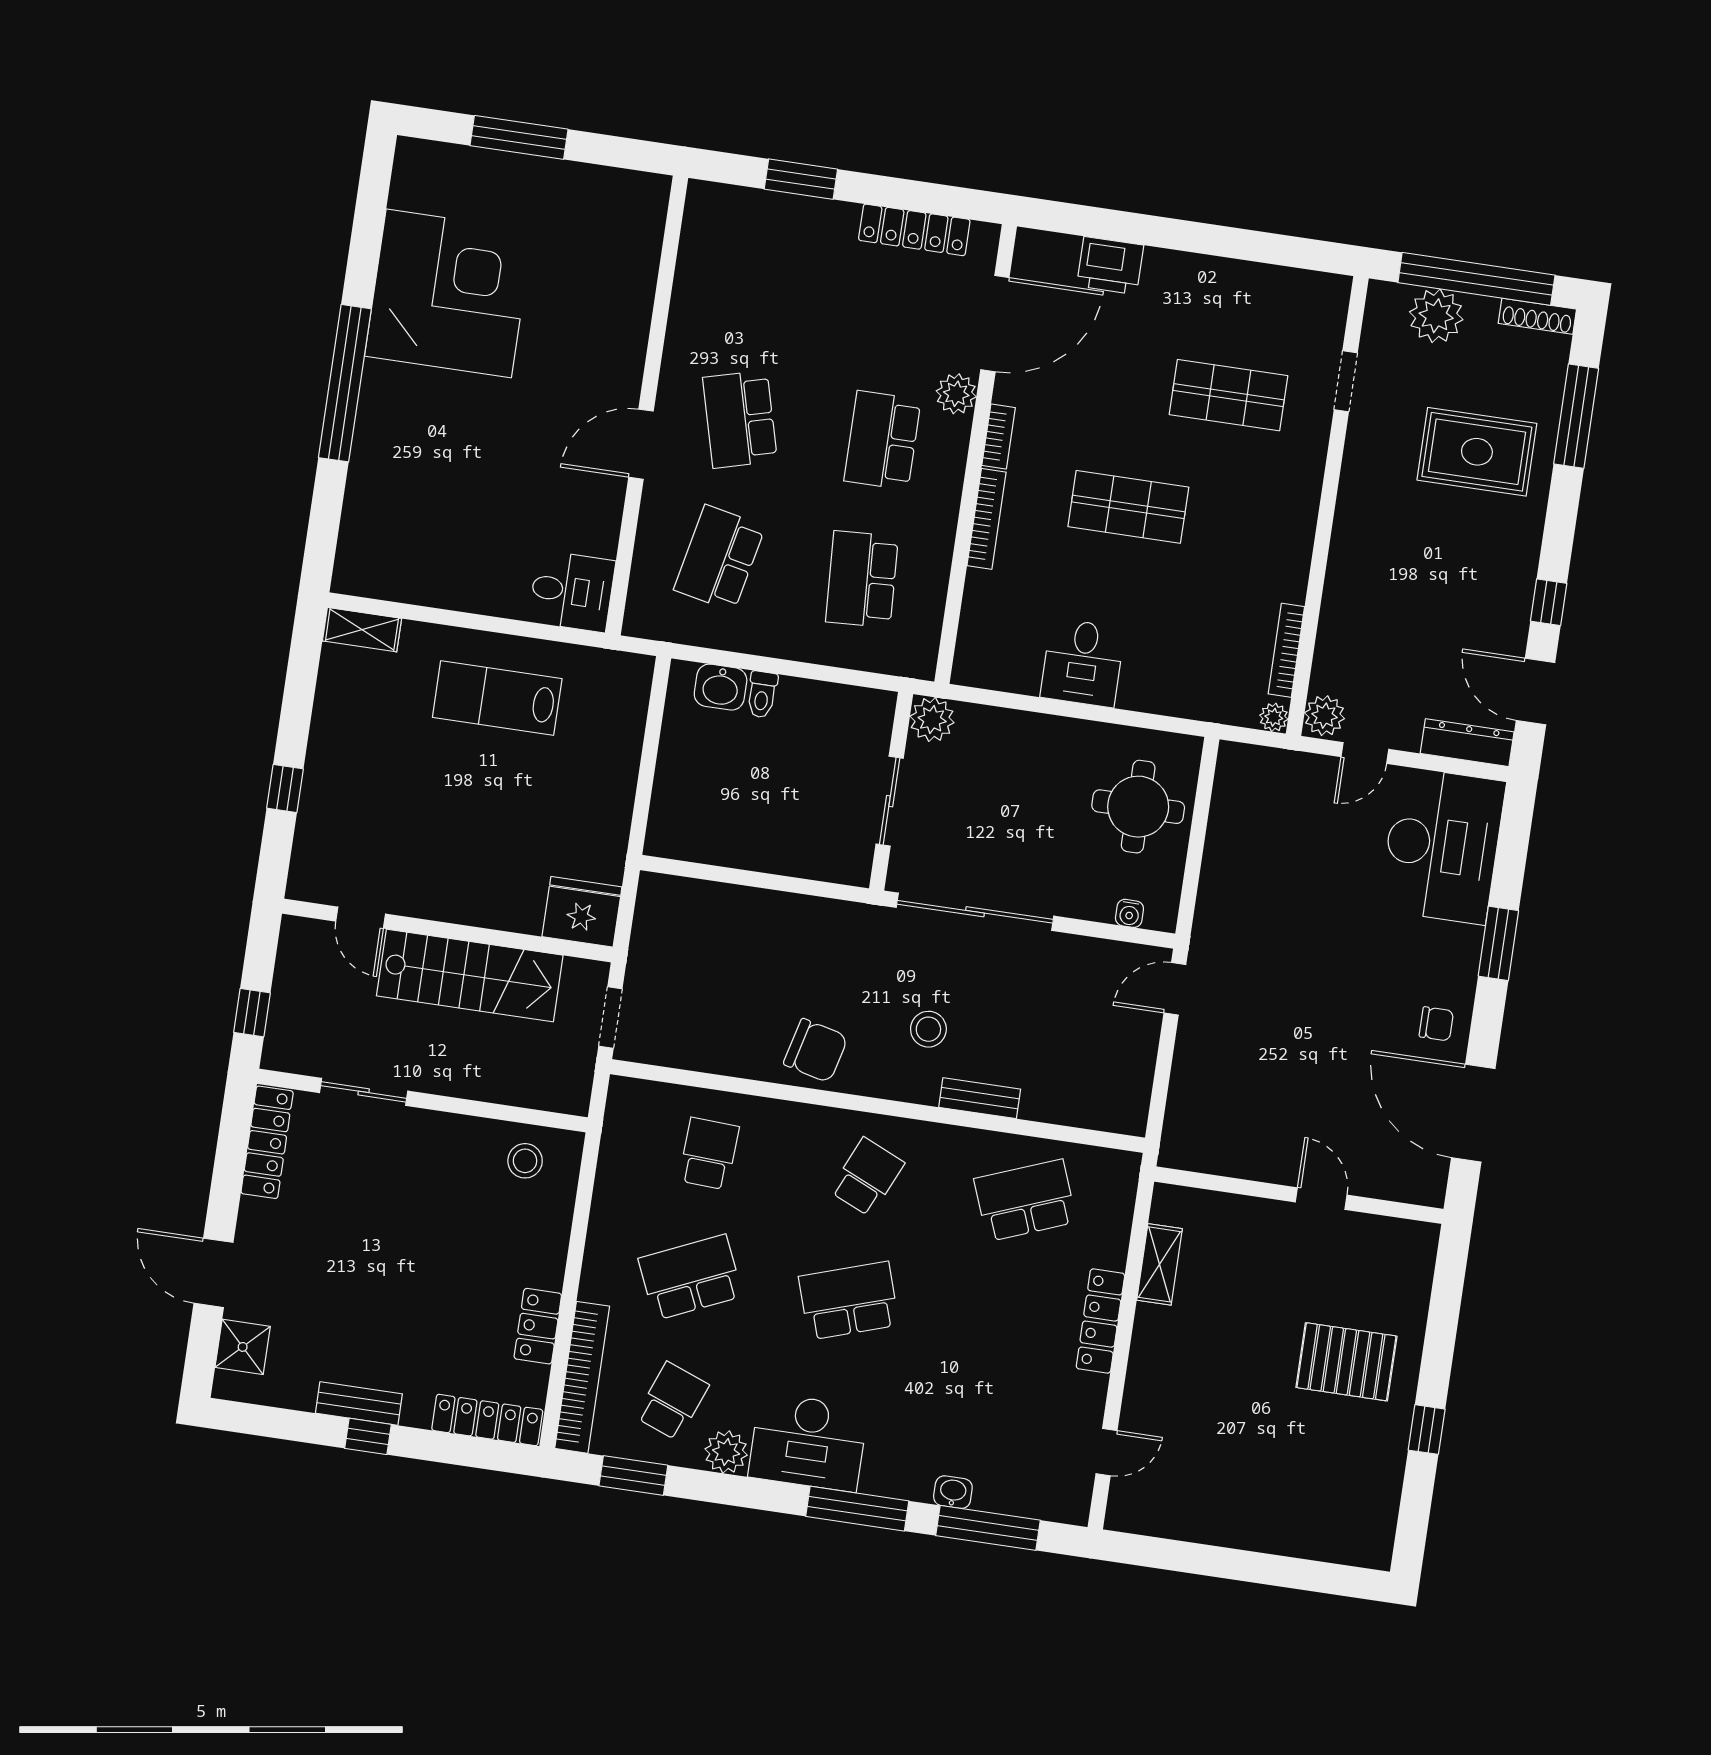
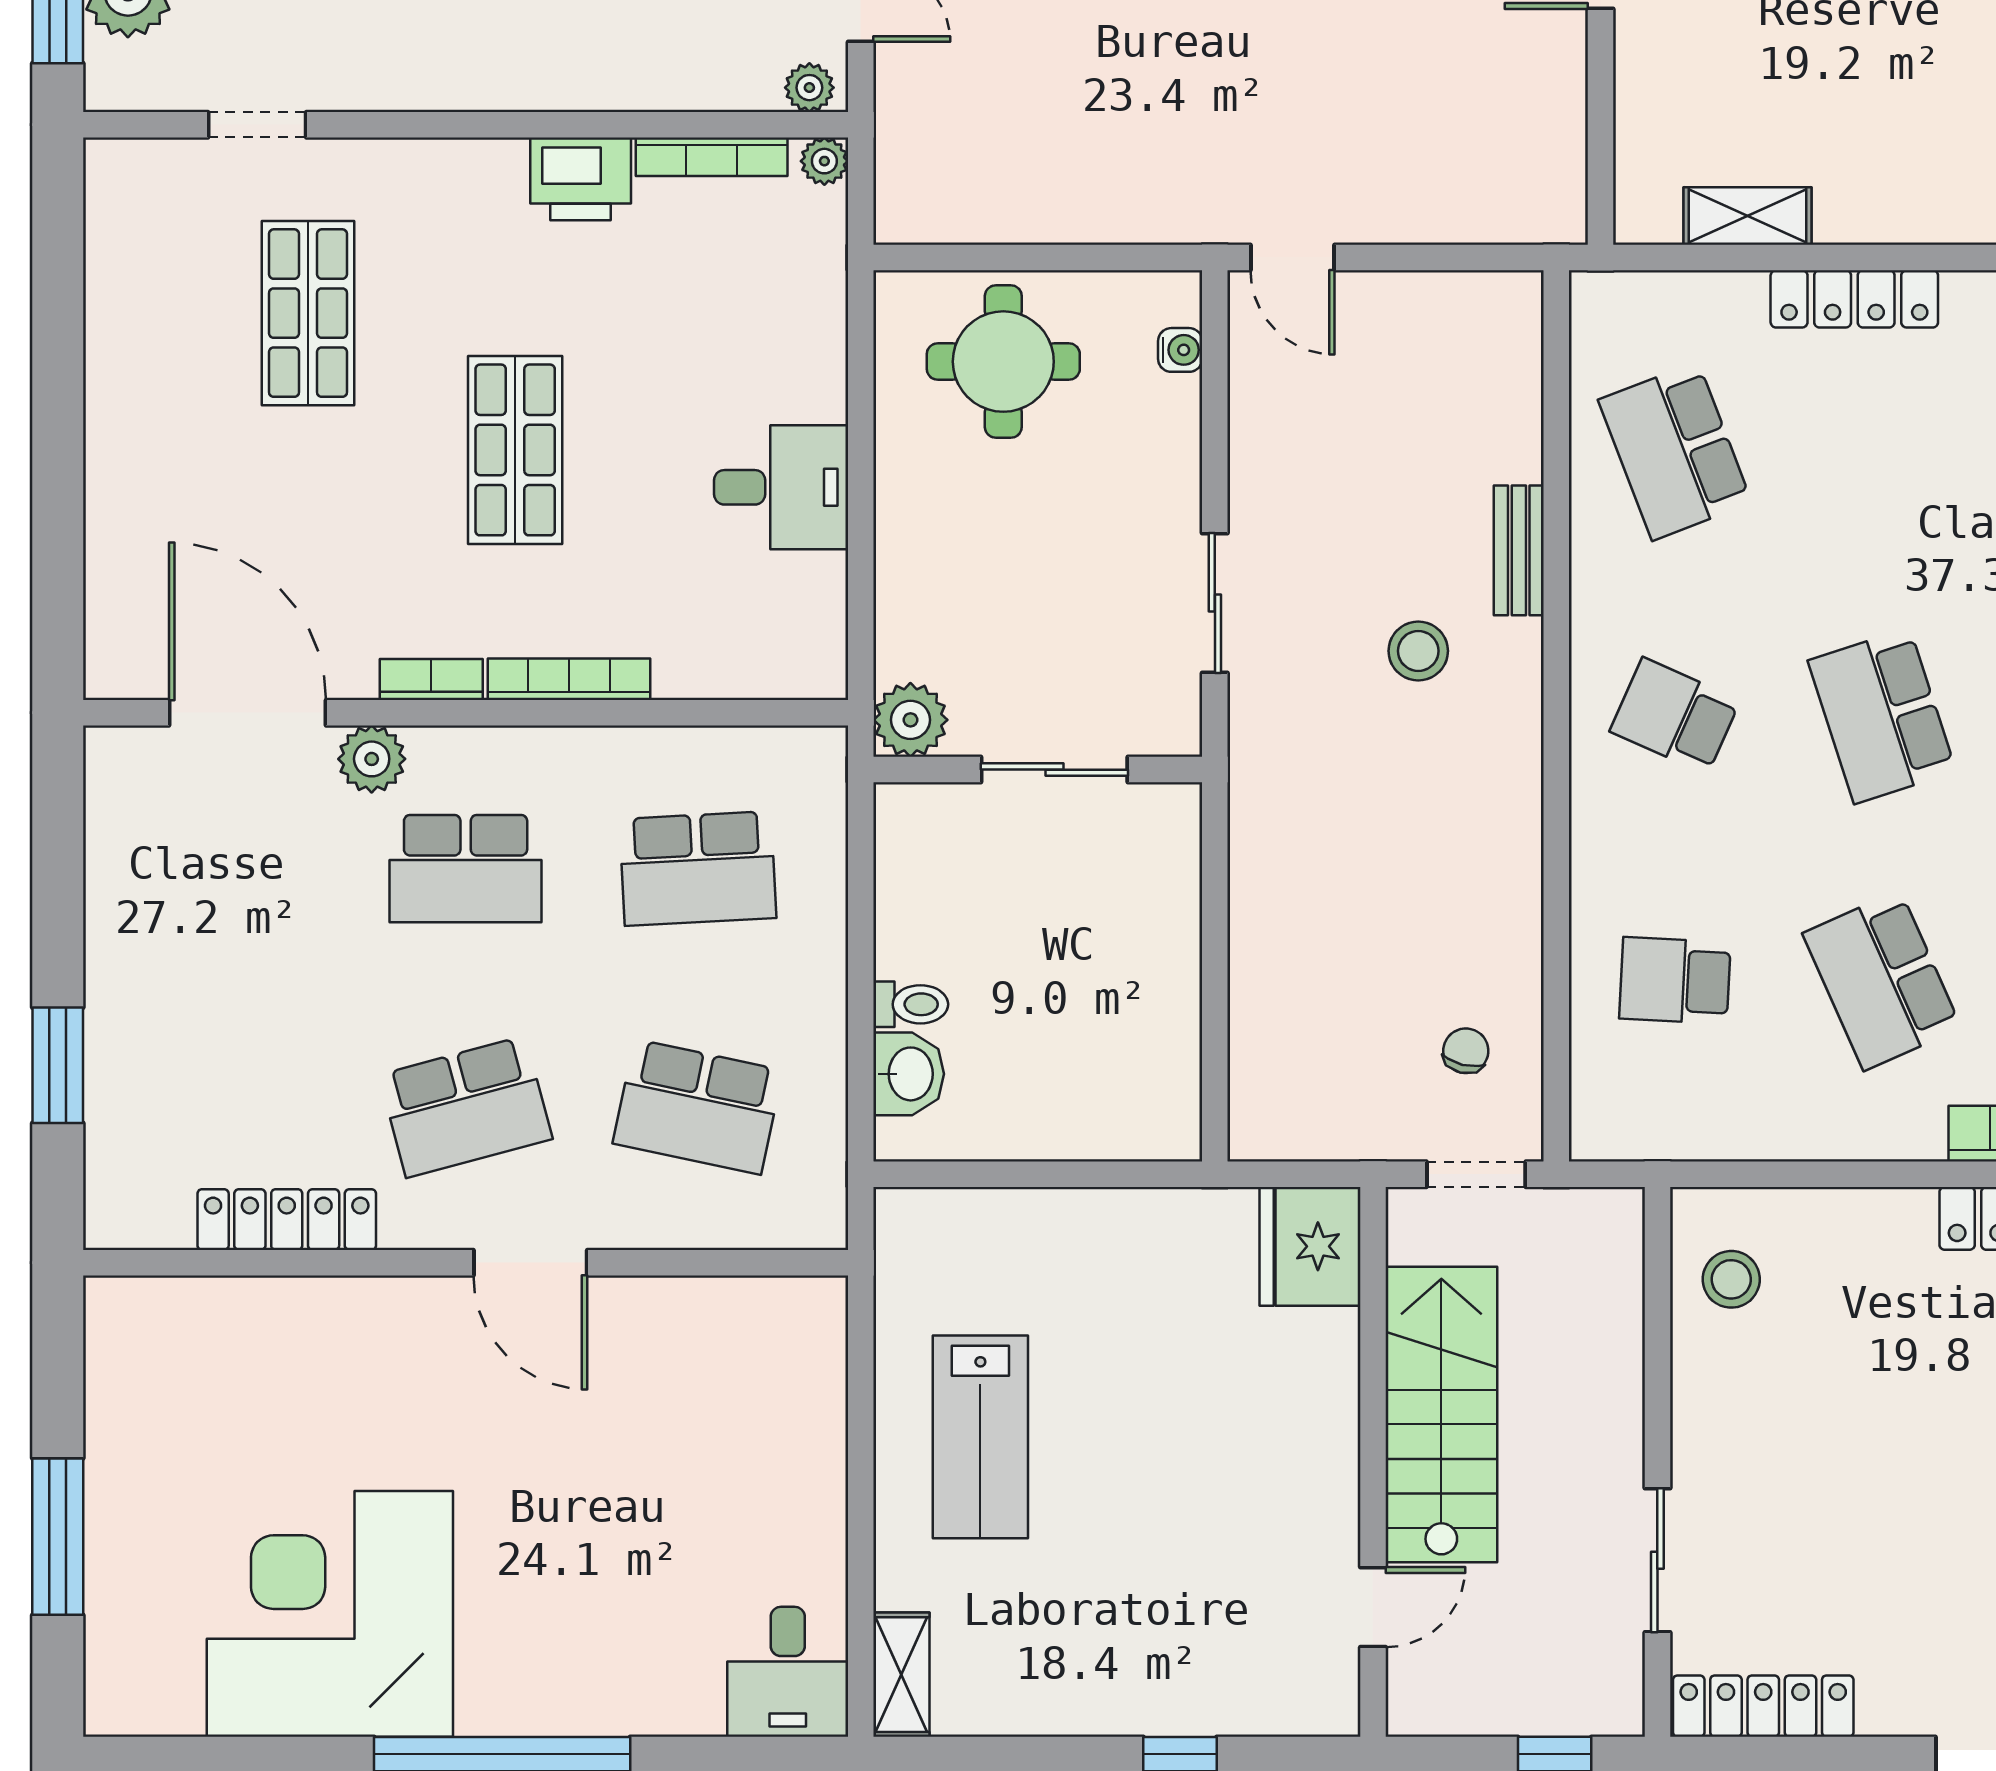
locker: (914, 230) -> (287, 1220), moved, turned -90
printer: (1110, 266) -> (581, 179), moved, turned 90
desk: (572, 591) -> (788, 1672), moved, turned 180
plant: (1325, 716) -> (809, 88), width x0.73, depth x0.73
sliding door: (975, 912) -> (1215, 603), width x0.54
chair: (816, 1050) -> (1466, 1051), moved, width x0.54, depth x0.54

